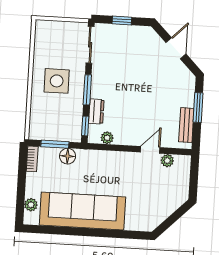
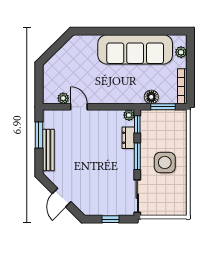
window: (198, 108) -> (39, 135), moved
bench: (186, 125) -> (48, 150), moved, width x1.36
plant: (107, 138) -> (129, 115), moved
door: (150, 150) -> (79, 107), swing flipped
bookcase: (32, 159) -> (182, 86), width x1.56

